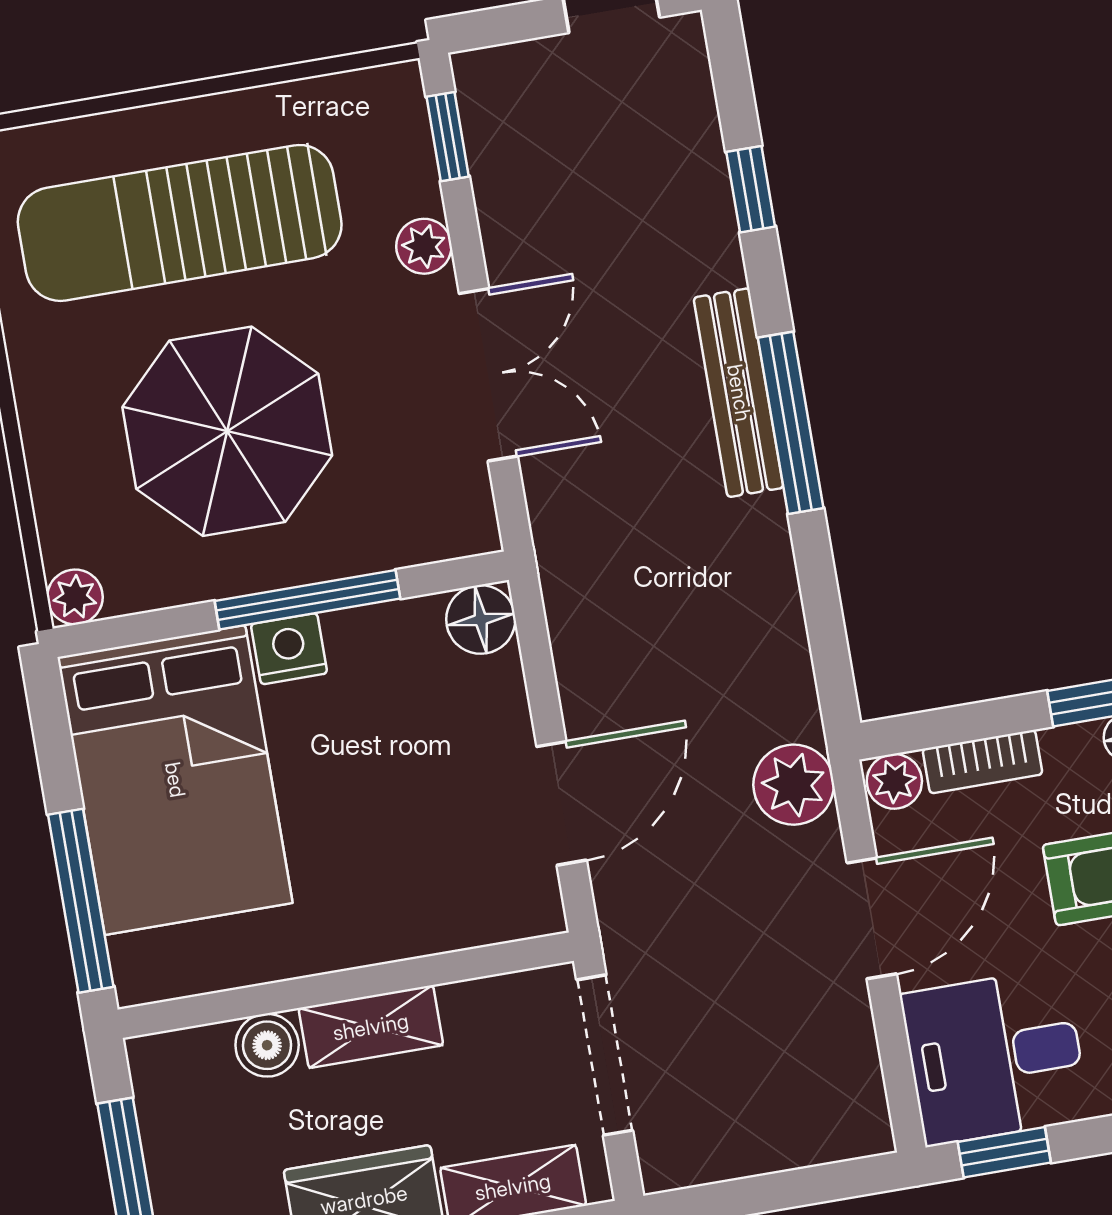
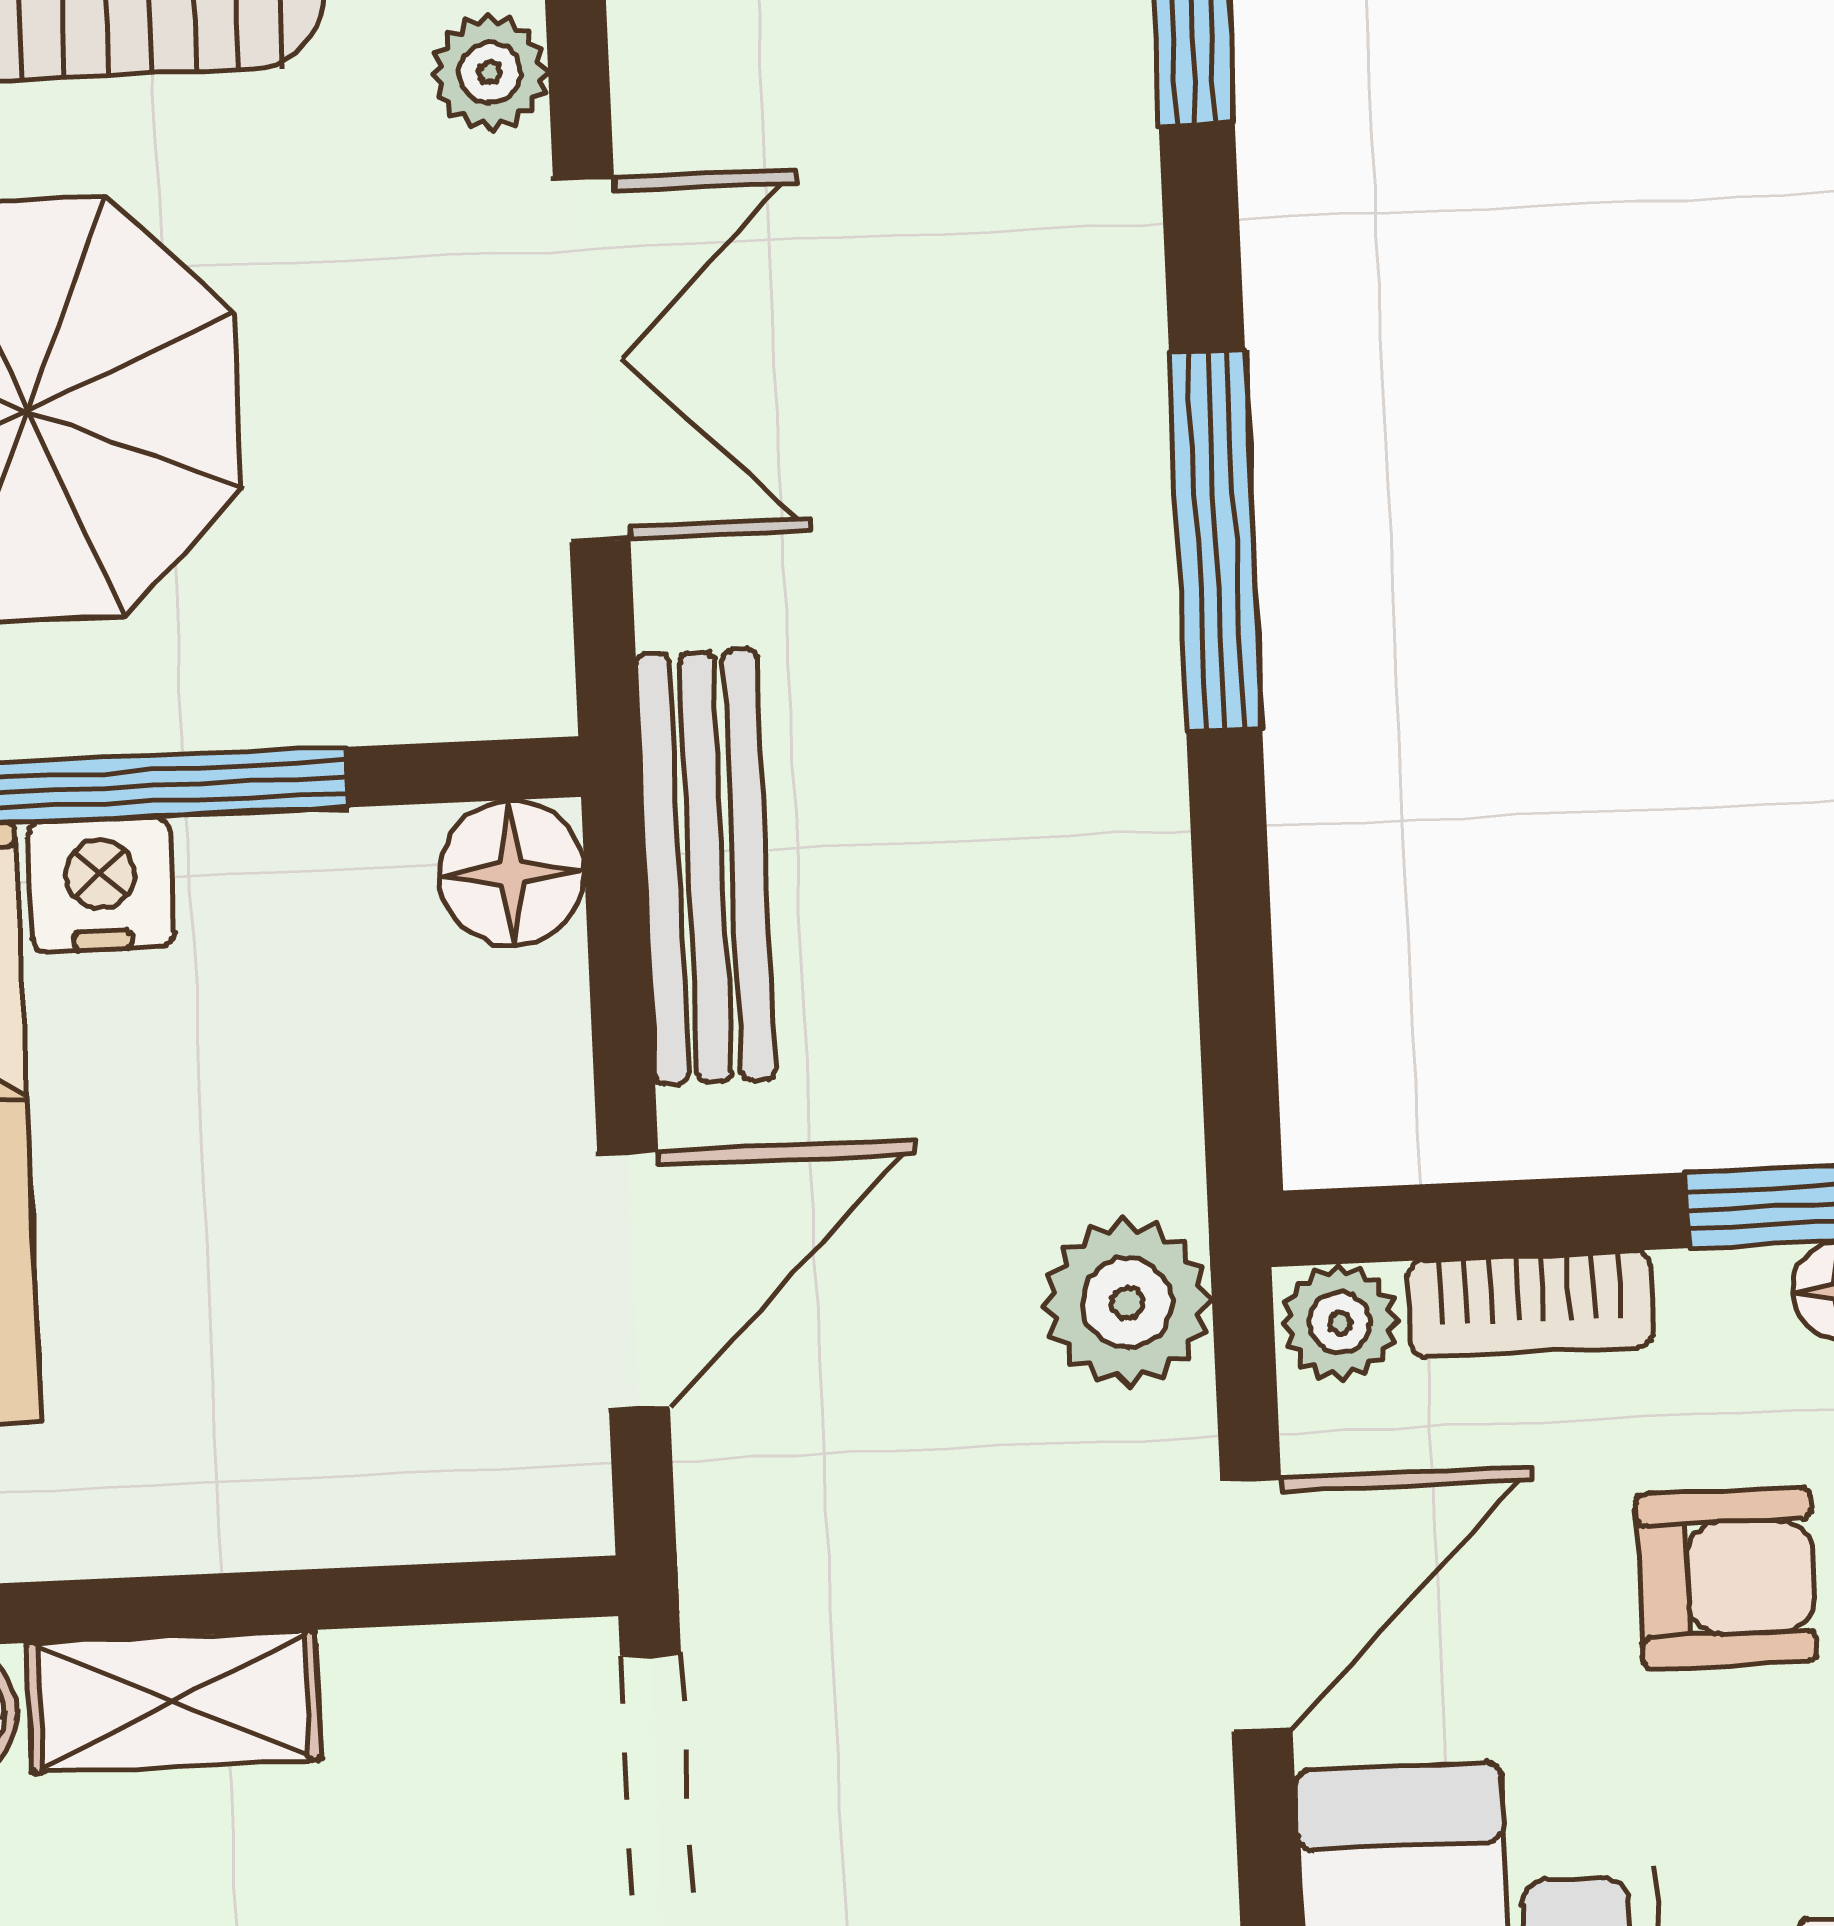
bench: (739, 393) -> (706, 866), moved

